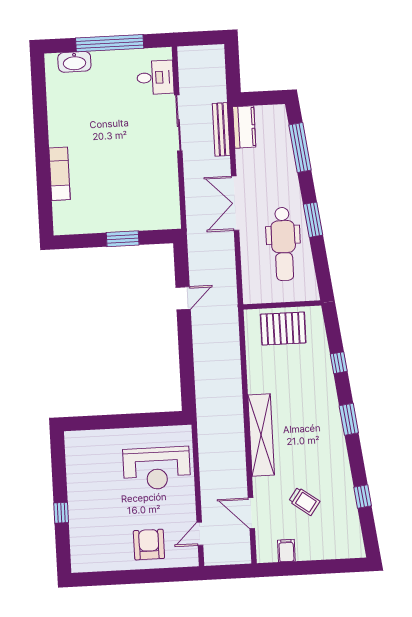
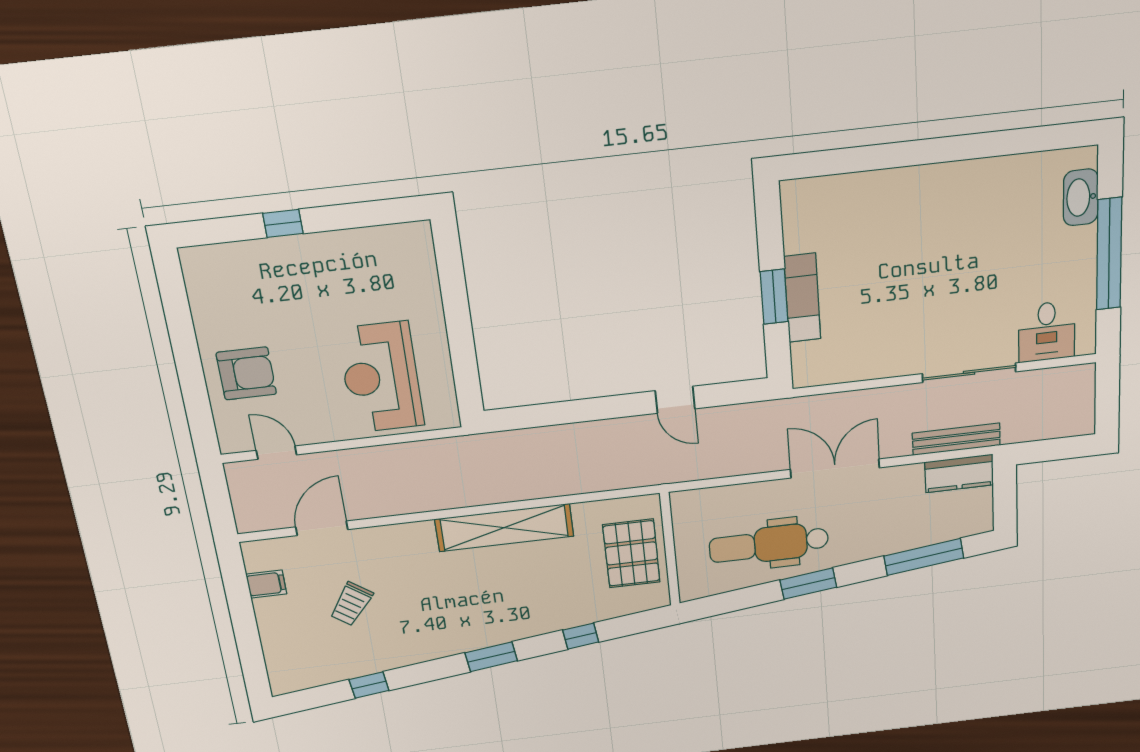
exam couch: (60, 174) -> (802, 298), moved, turned -90
shelving: (261, 435) -> (504, 528), moved

